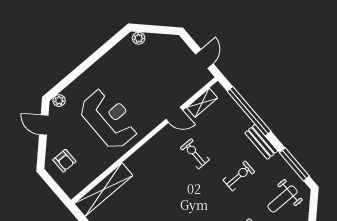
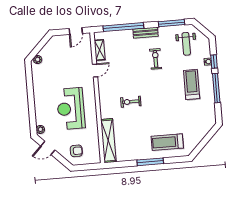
door: (204, 59) -> (76, 31), swing flipped
reception desk: (109, 119) -> (71, 109), turned -90
exercise bike: (195, 154) -> (131, 102), moved

